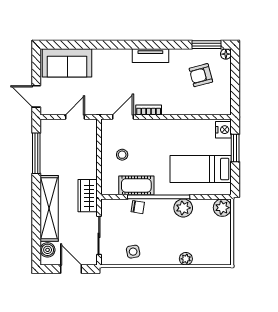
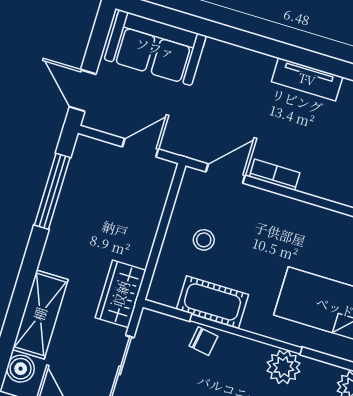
shelving: (49, 208) -> (40, 314), width x0.68

